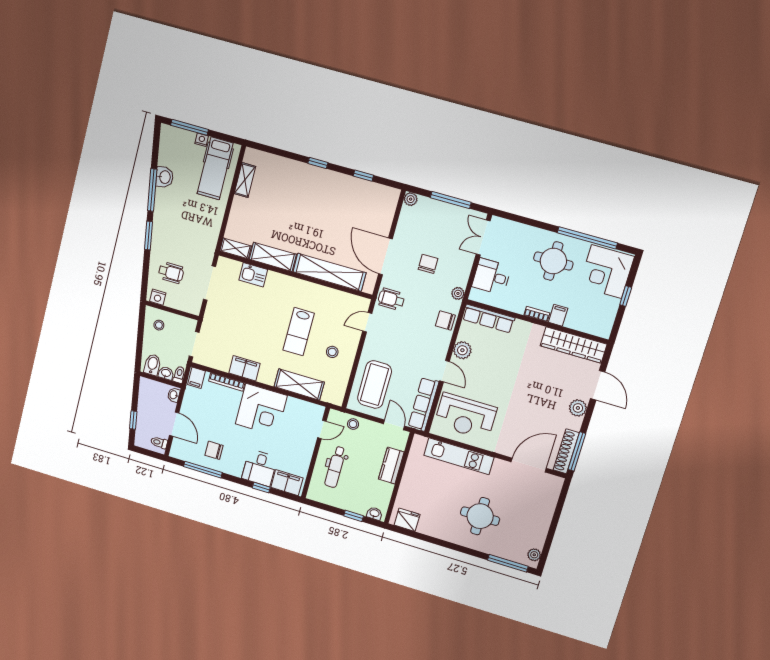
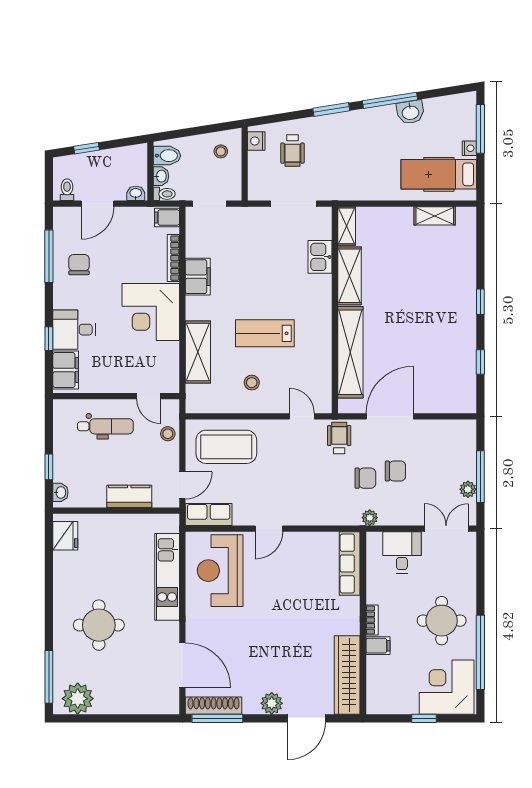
plant: (411, 199) -> (468, 489), moved
chair: (445, 320) -> (365, 478), moved, turned 90
plant: (462, 350) -> (301, 543), removed
row of seats: (423, 404) -> (209, 515), width x0.68
dental chair: (335, 467) -> (105, 426), turned 180
plant: (534, 555) -> (78, 699), width x1.88, depth x1.88

